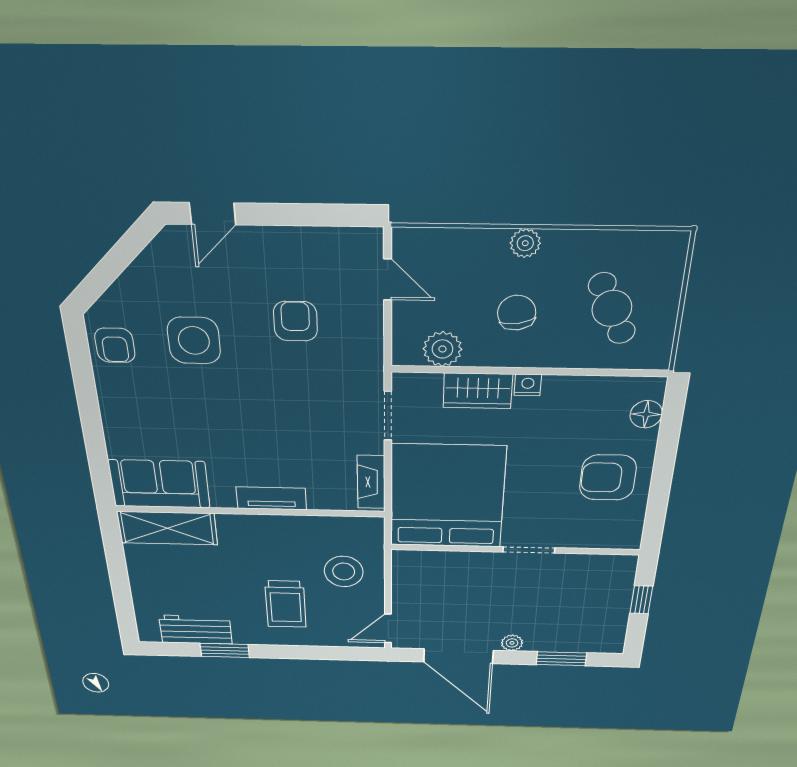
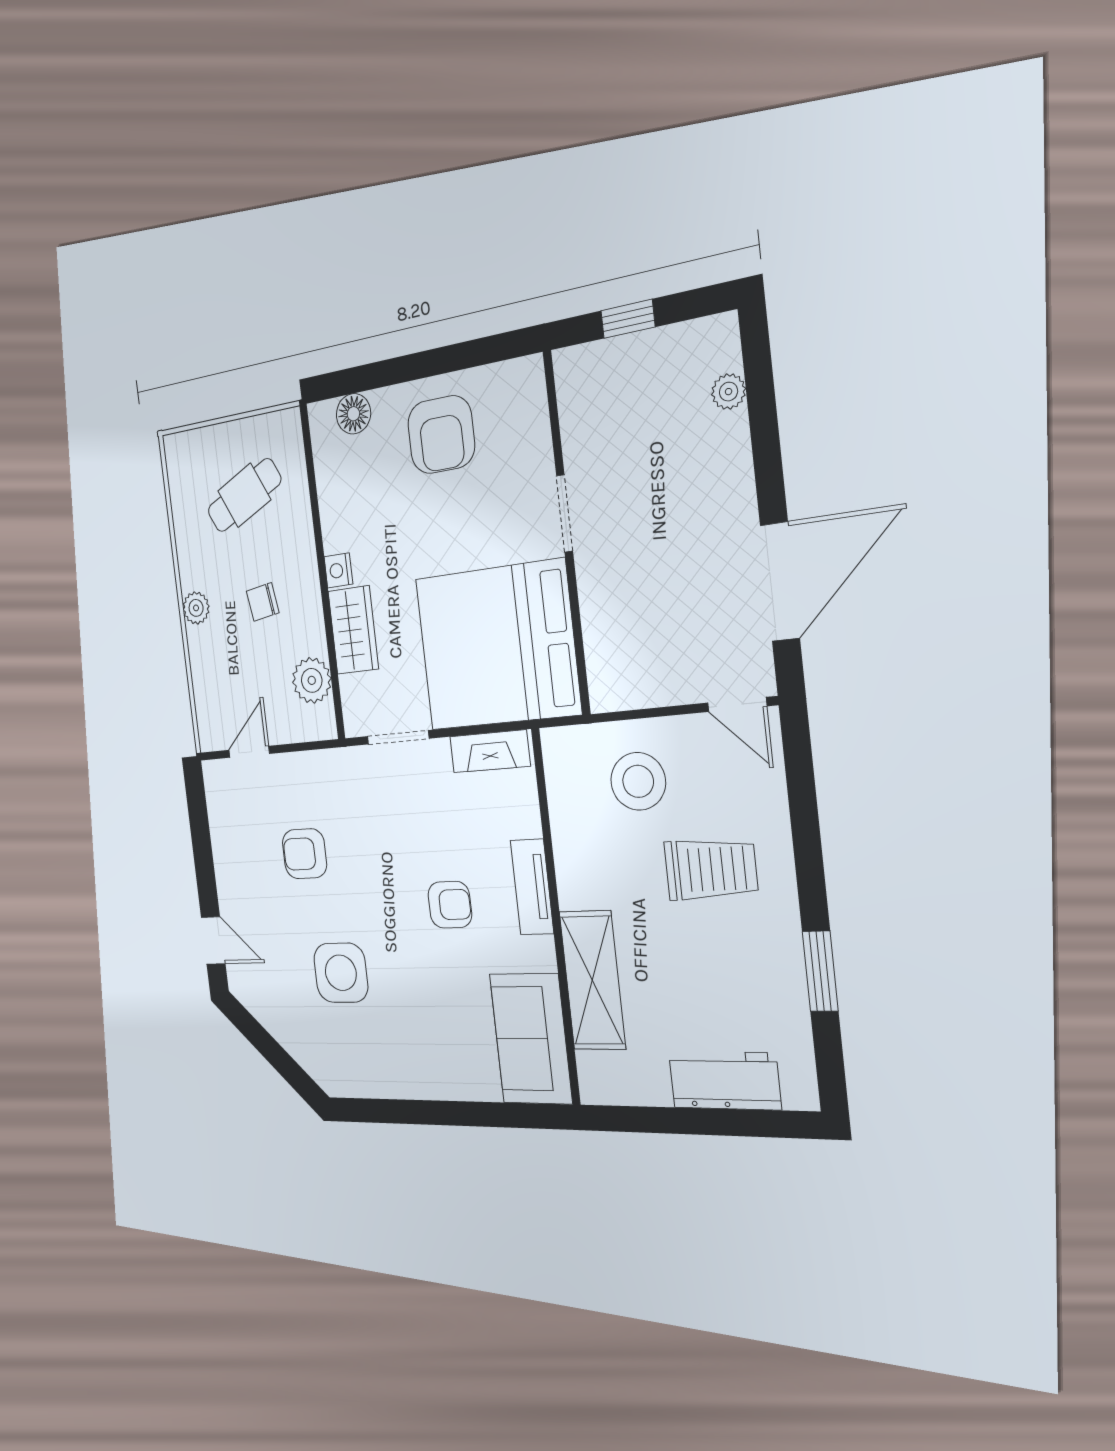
chair: (517, 313) -> (263, 602), width x0.73, depth x0.73
armchair: (115, 345) -> (450, 905), moved
shelving: (167, 528) -> (592, 980), moved
workbench: (196, 630) -> (724, 1080), moved, turned 90
plant: (512, 643) -> (729, 392), moved
window: (561, 659) -> (762, 409), removed

